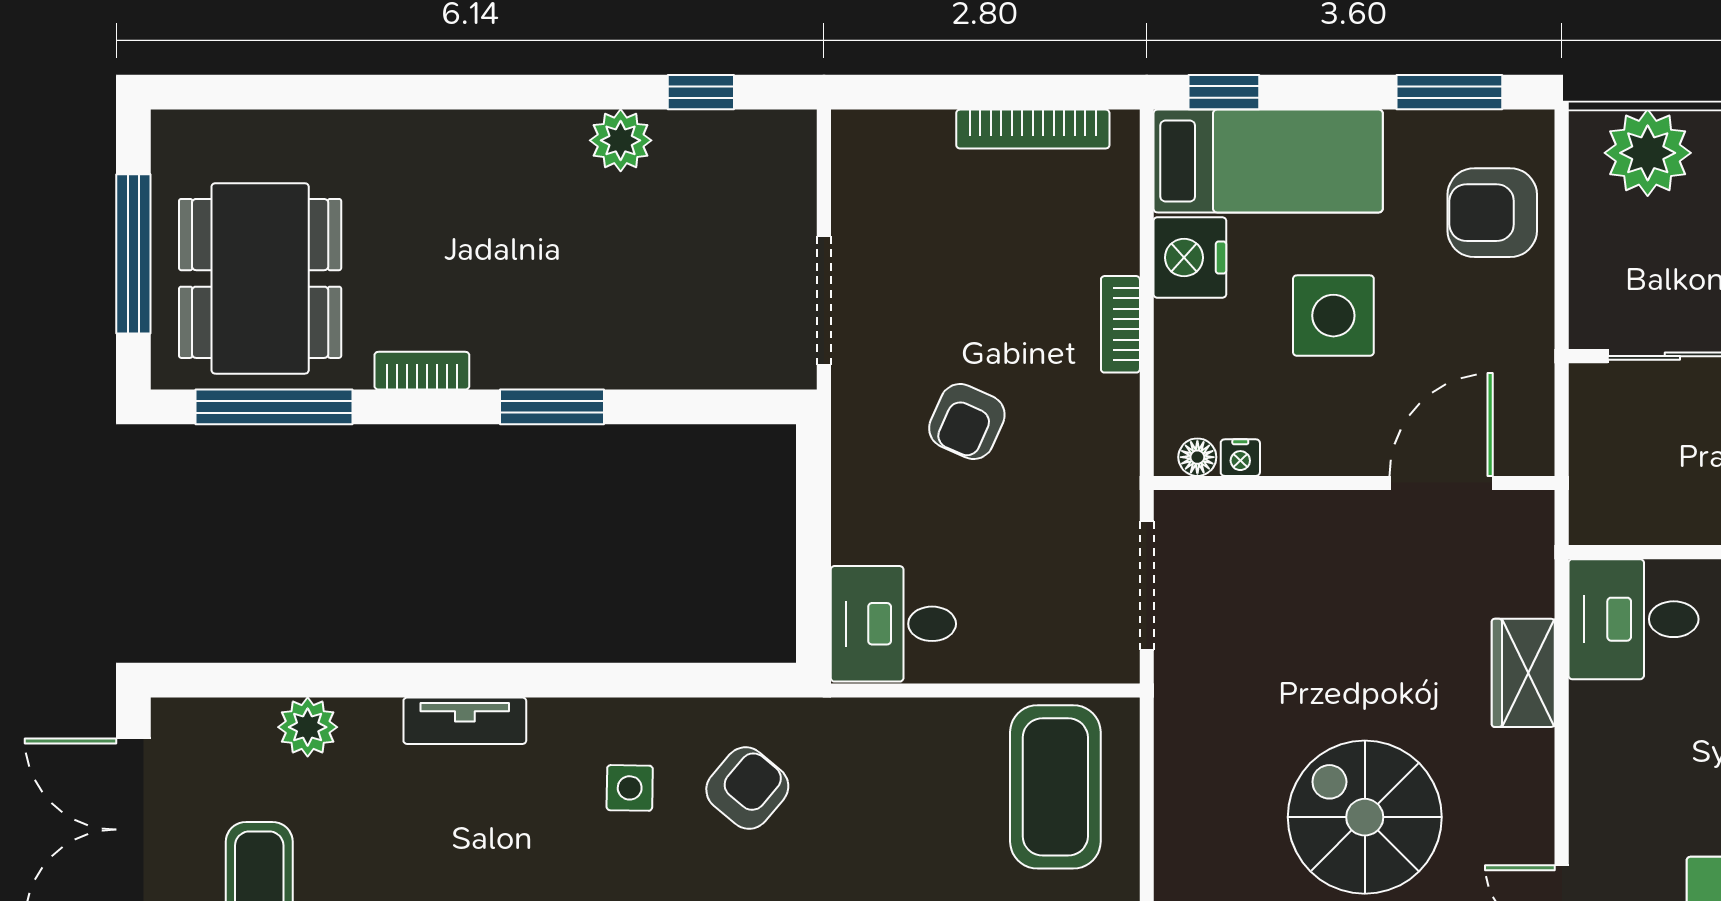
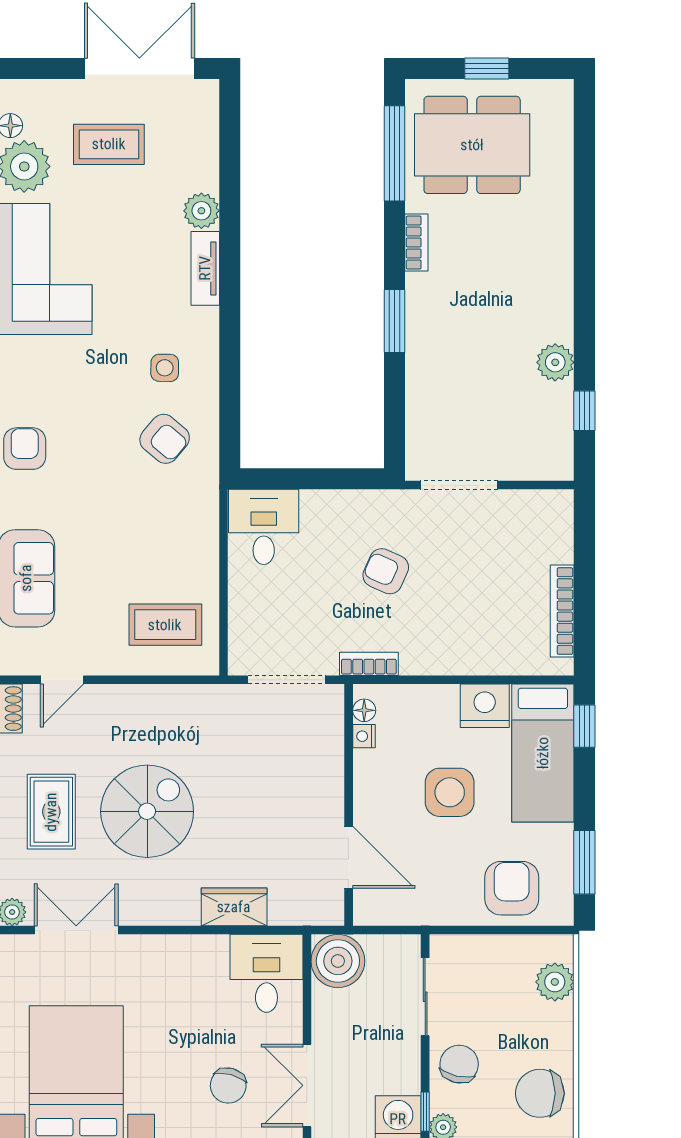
plant: (1648, 153) -> (555, 982), width x0.73, depth x0.73
window: (133, 254) -> (487, 69), width x0.46
bookcase: (1120, 324) -> (369, 664), moved
boiler: (1613, 501) -> (338, 961), added
plant: (308, 727) -> (201, 211), moved
coffee table: (1055, 787) -> (165, 625), width x0.73, depth x0.76

